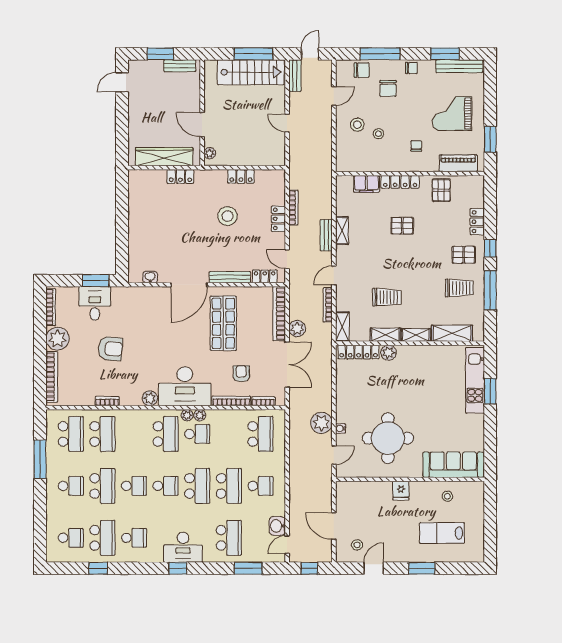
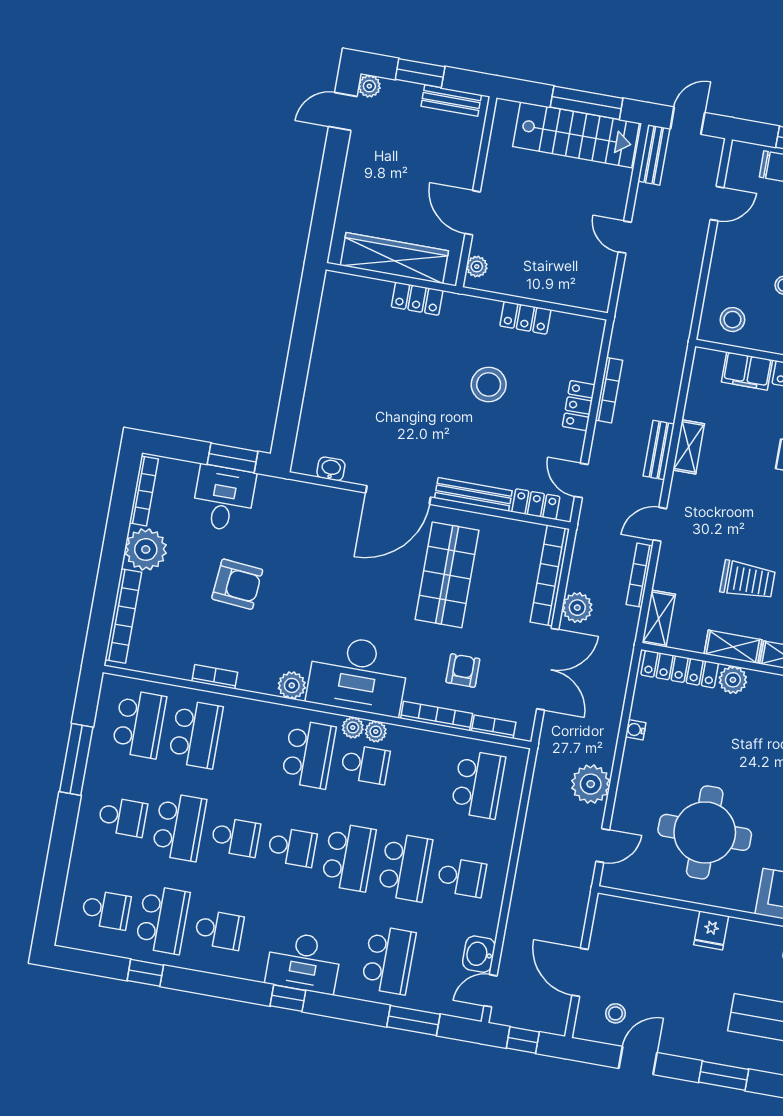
plant: (134, 66) -> (369, 86), added
stool: (357, 125) -> (732, 320), moved
water cooler: (341, 428) -> (636, 730), moved

